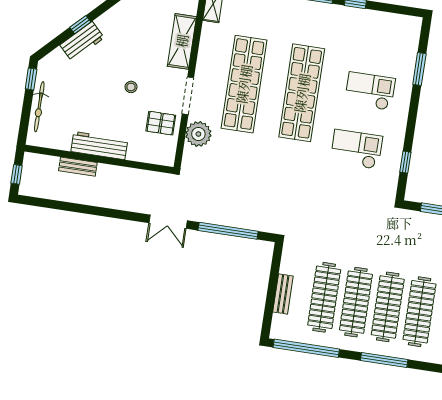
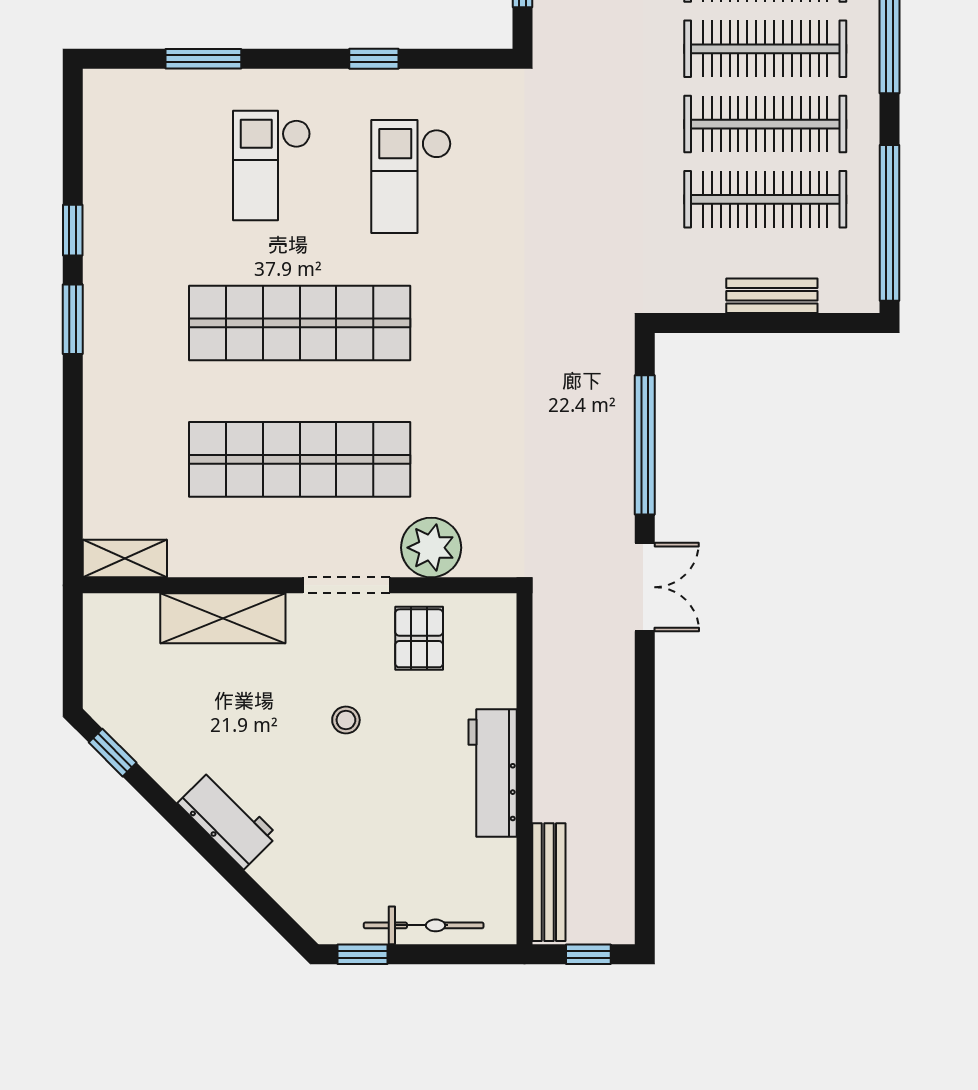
window: (80, 25) -> (219, 859), removed
workbench: (82, 41) -> (228, 819), moved
window: (405, 162) -> (374, 59), moved
bench: (78, 167) -> (549, 882), moved, width x1.36

